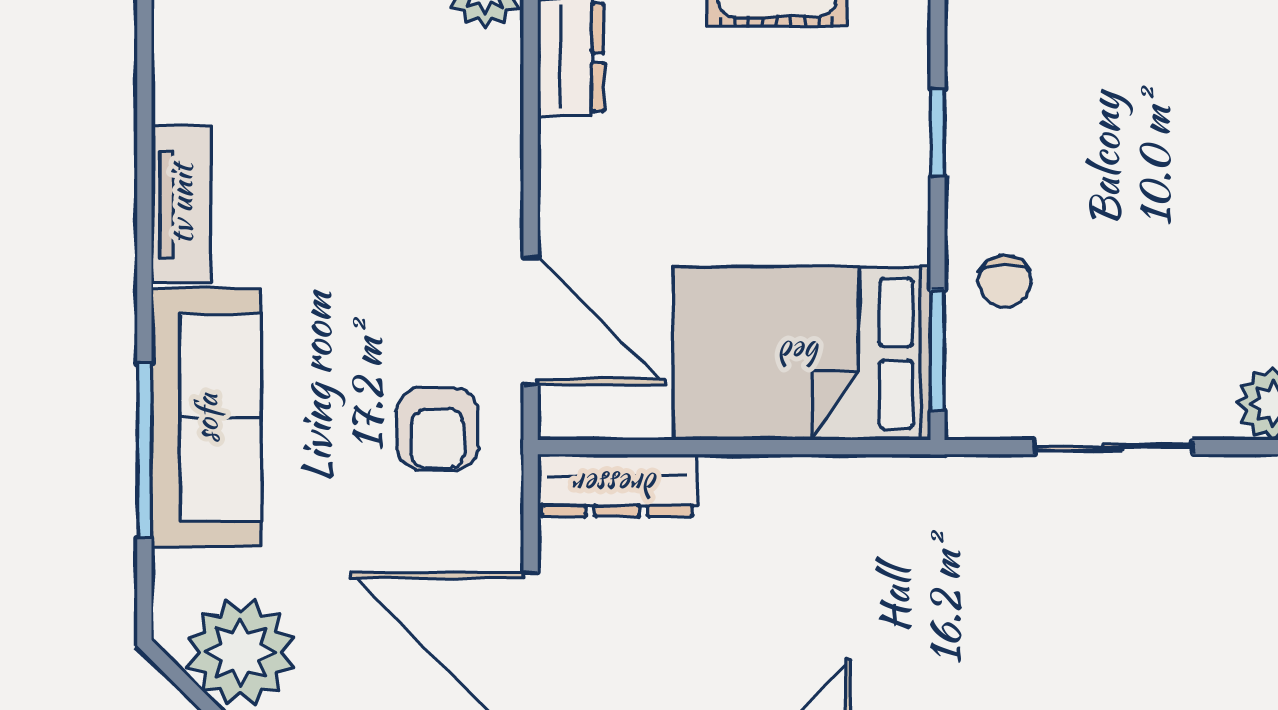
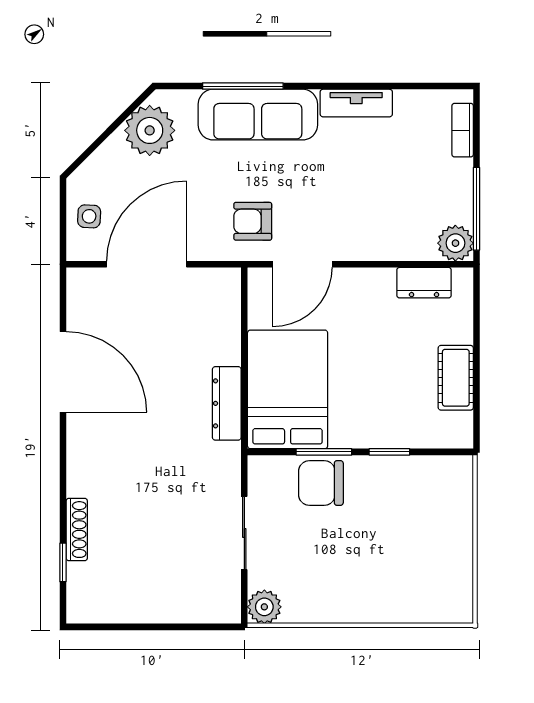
chair: (1005, 281) -> (321, 483), width x1.87, depth x1.87
window: (938, 350) -> (324, 452), moved
dresser: (617, 485) -> (227, 403), moved

